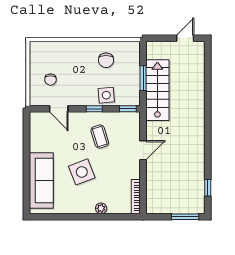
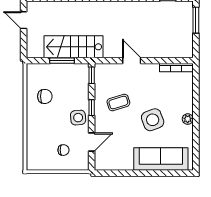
side table: (106, 95) -> (78, 118), moved
plant: (101, 208) -> (188, 119), moved

